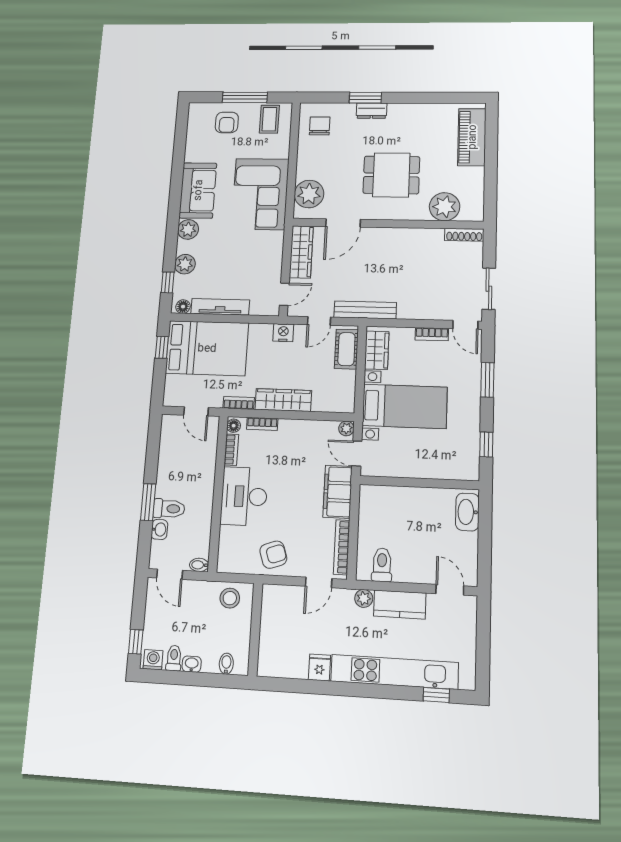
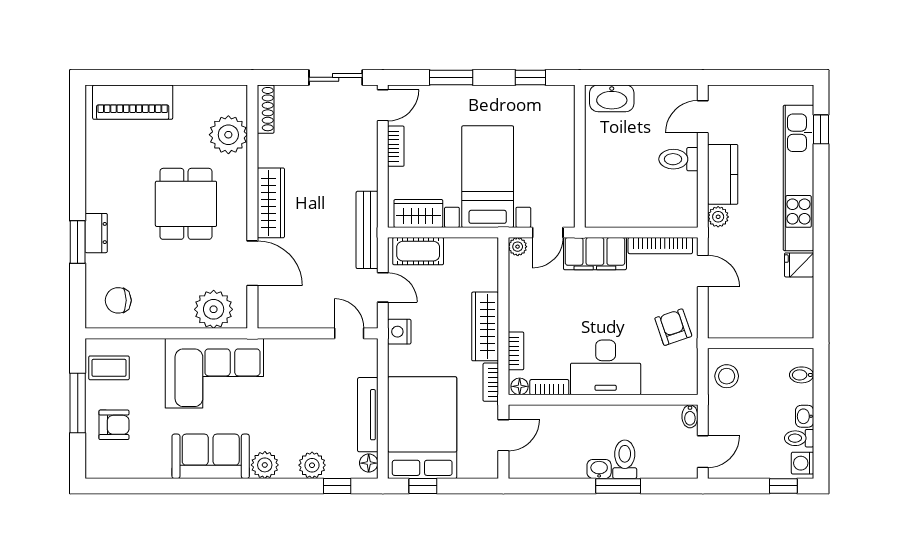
wardrobe: (301, 252) -> (271, 203), moved, turned 90
washbasin: (159, 529) -> (599, 469), moved
toilet: (382, 565) -> (678, 159), moved

